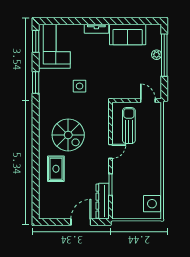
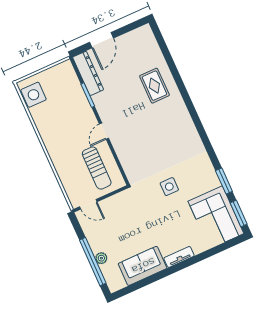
window: (36, 82) -> (224, 181), moved
spiral stairs: (68, 135) -> (158, 128), removed

